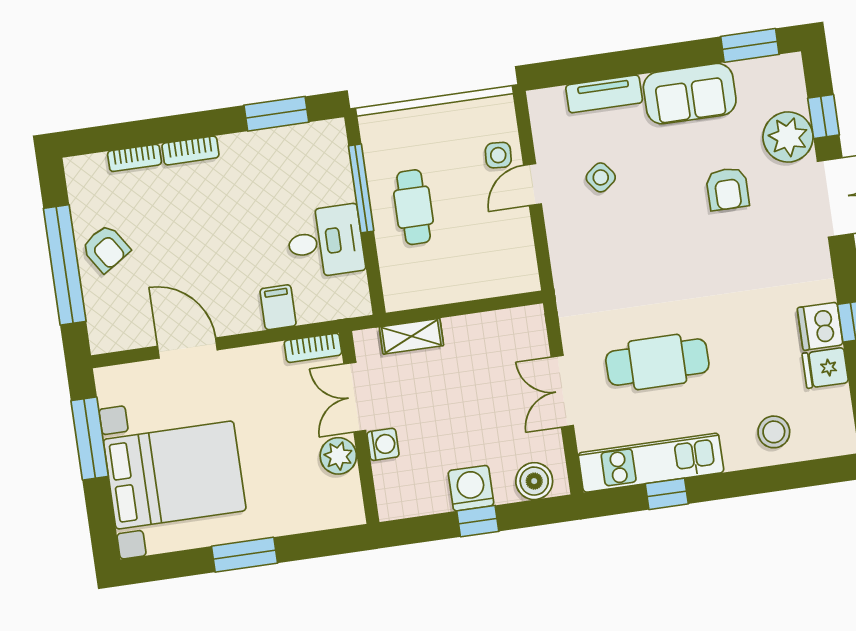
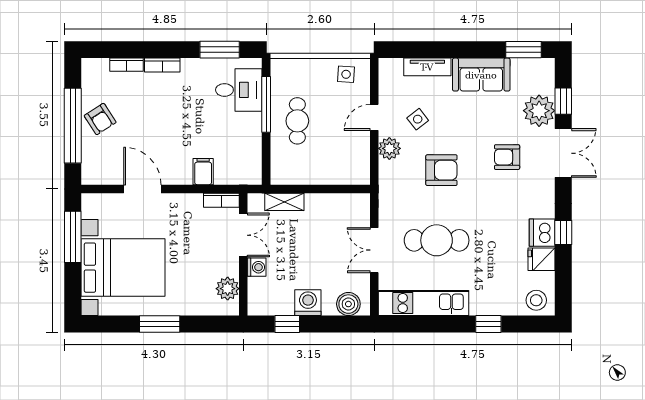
side table: (498, 155) -> (346, 74), moved
armchair: (727, 189) -> (507, 157), moved, turned 90
plant: (563, 229) -> (389, 148), added
desk: (325, 242) -> (239, 90), moved
armchair: (649, 252) -> (441, 170), added
double door: (355, 397) -> (243, 235), swing flipped
stool: (774, 432) -> (536, 300), moved
plant: (338, 456) -> (228, 289), moved
window: (667, 494) -> (488, 324), moved
window: (478, 521) -> (287, 324), moved

